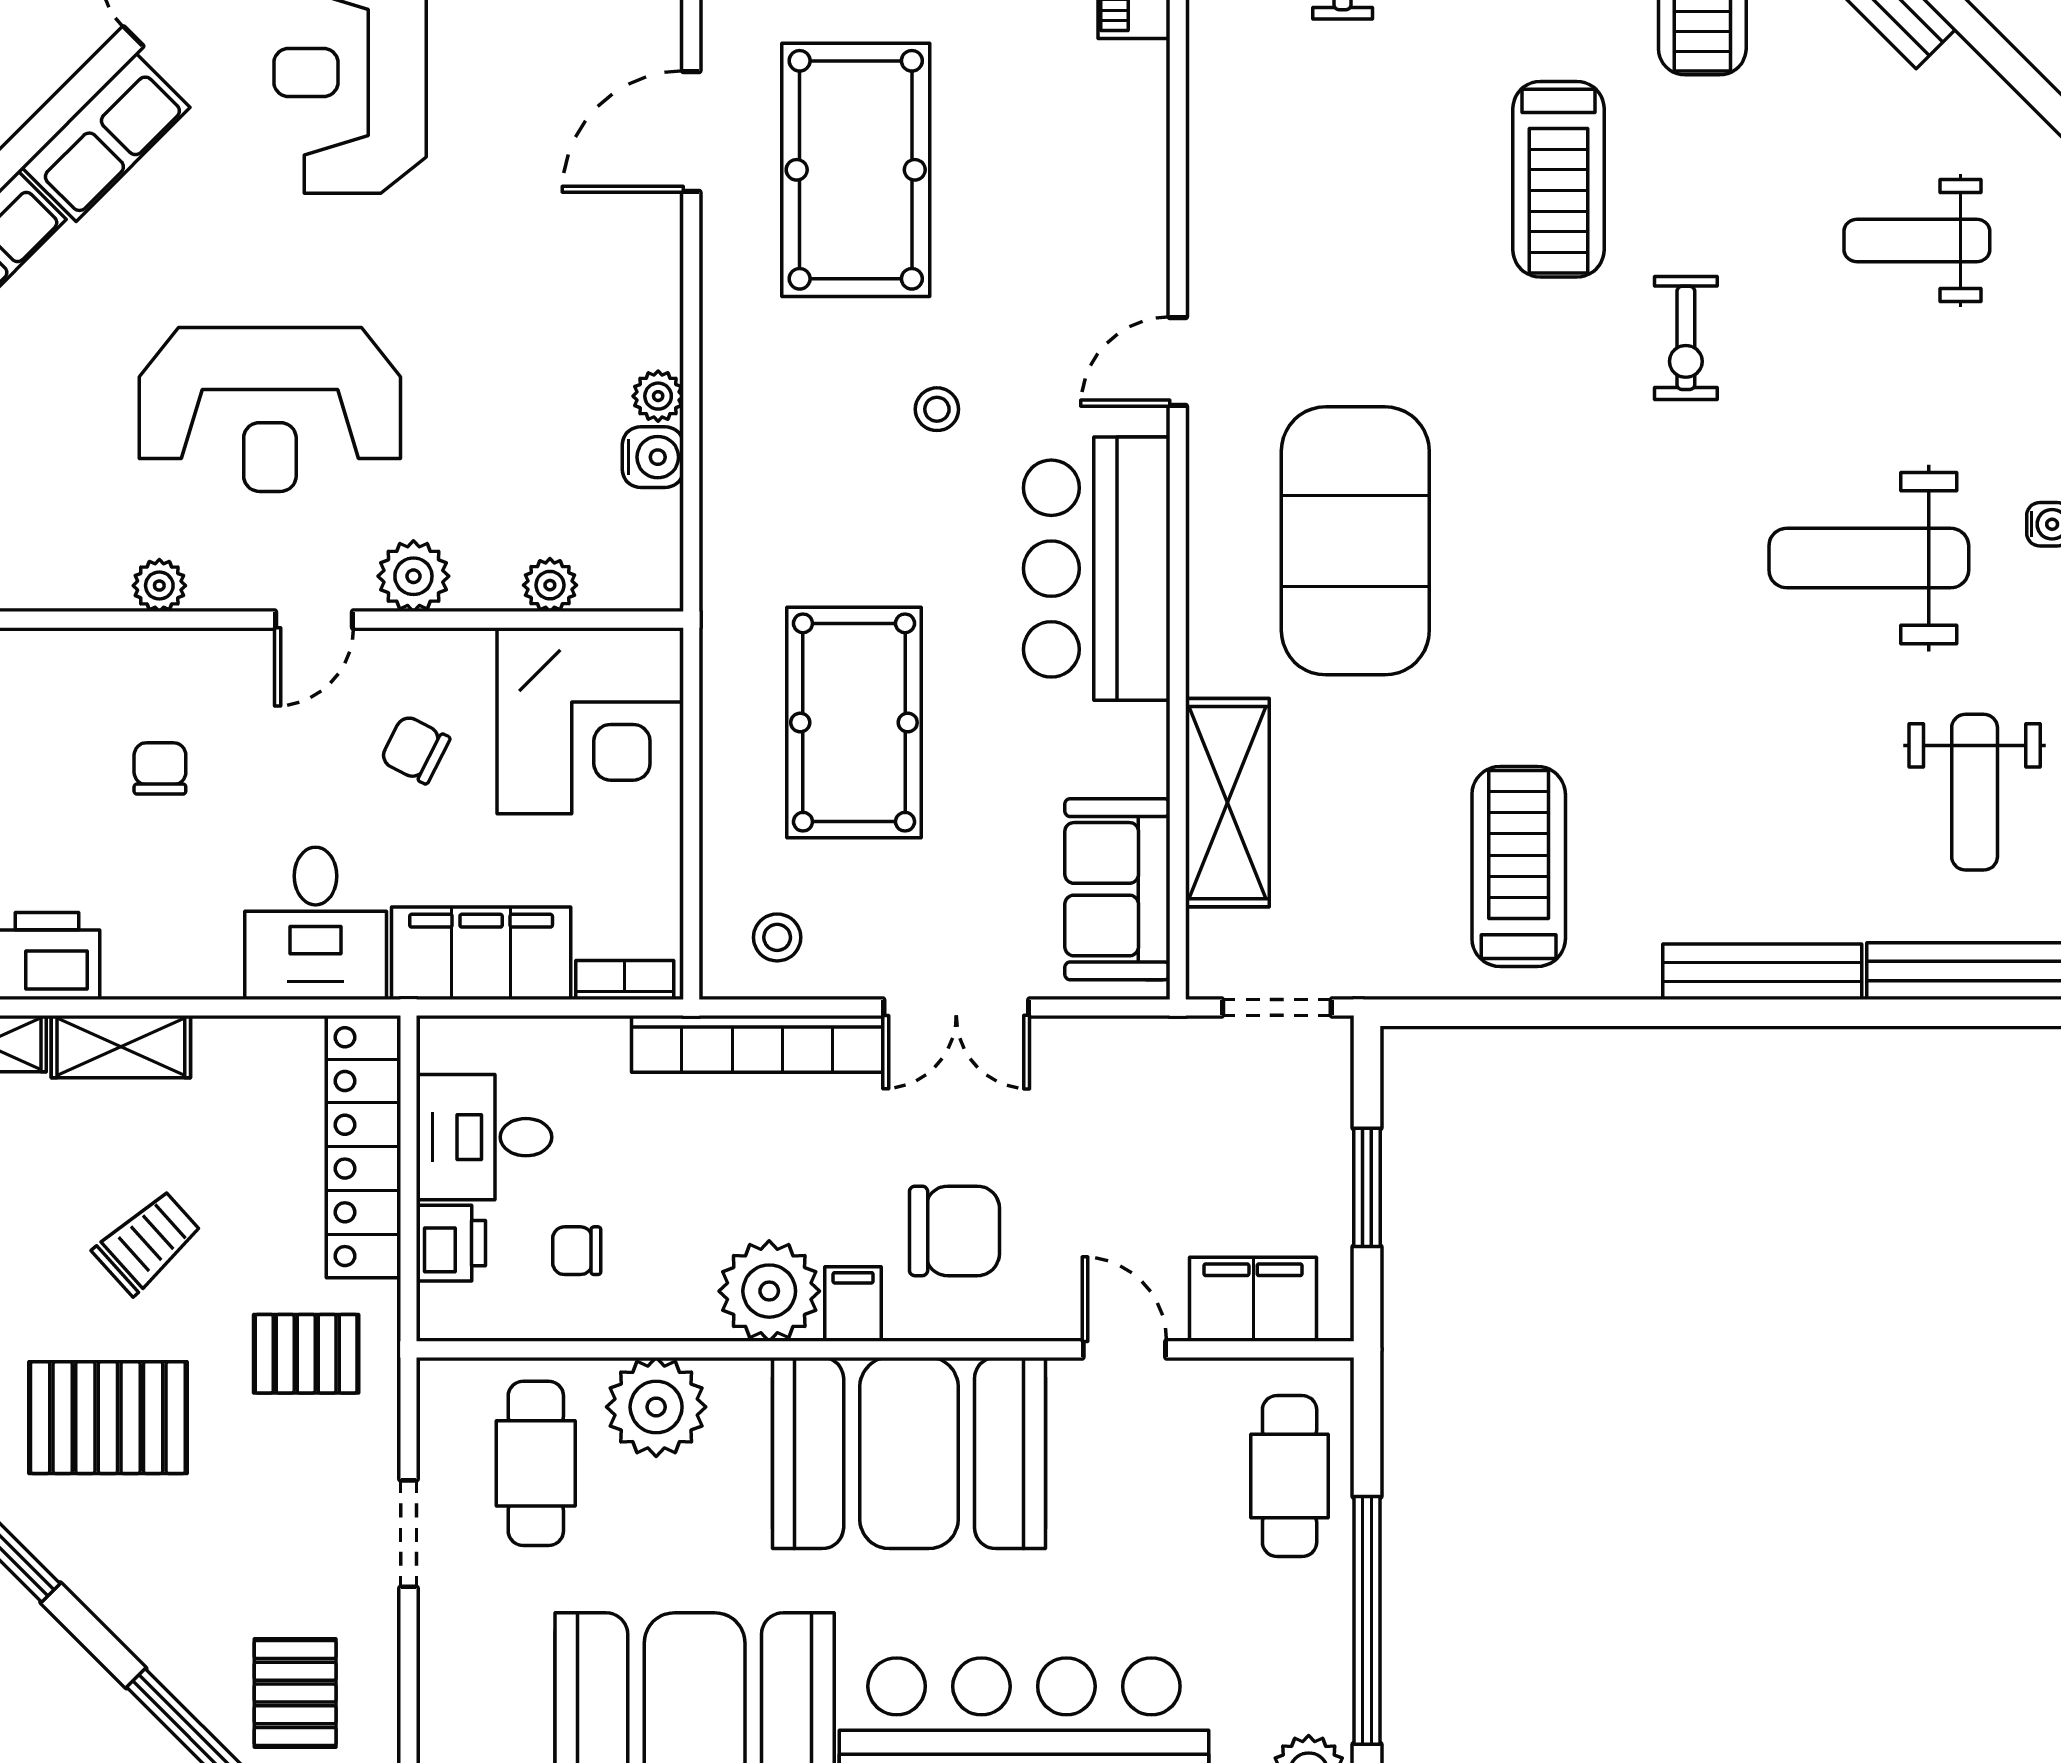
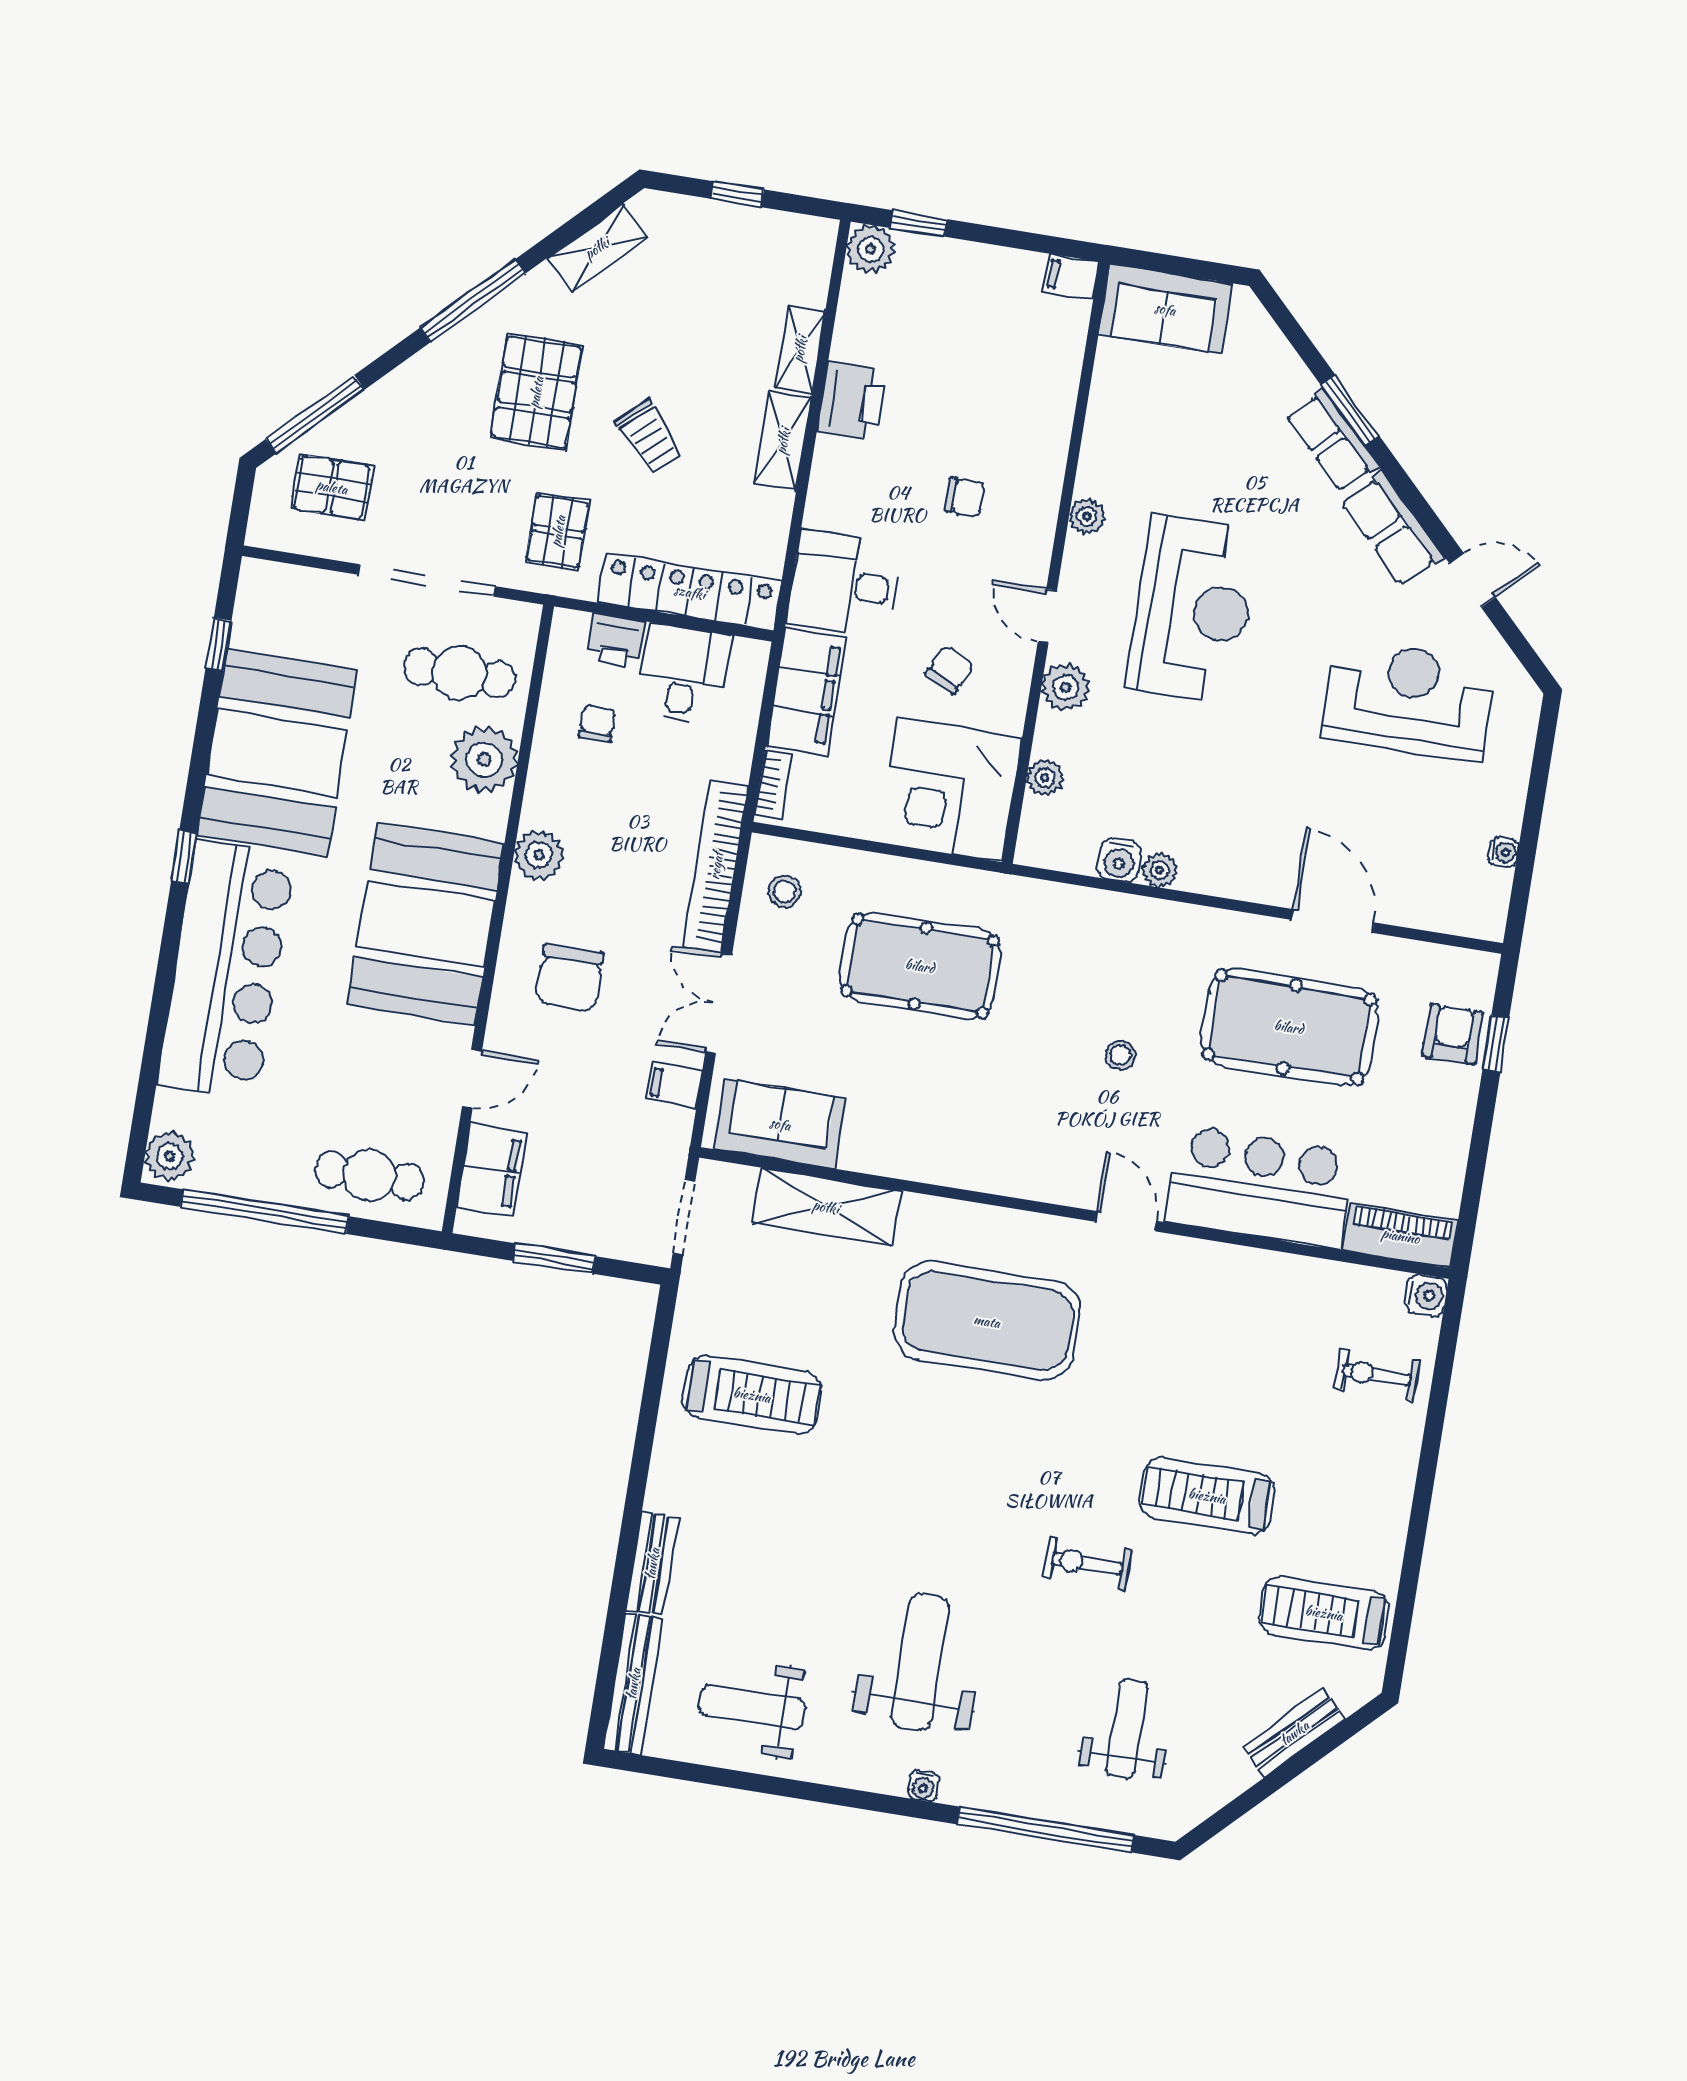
reception desk: (270, 409) -> (1193, 609), turned 180
bar counter: (1097, 569) -> (1259, 1187), moved
bench: (1762, 972) -> (652, 1564), width x0.73
plant: (769, 1291) -> (539, 855), width x0.73, depth x0.73
filing cabinet: (853, 1304) -> (674, 1085), moved, turned 180
doorway: (409, 1534) -> (426, 580), width x1.88

